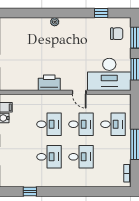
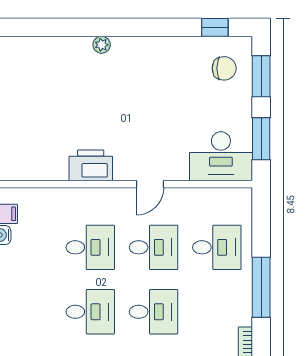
window: (101, 13) -> (215, 27), moved
desk: (109, 74) -> (221, 156), width x0.73, depth x0.77
door: (79, 92) -> (150, 184), hinge flipped

